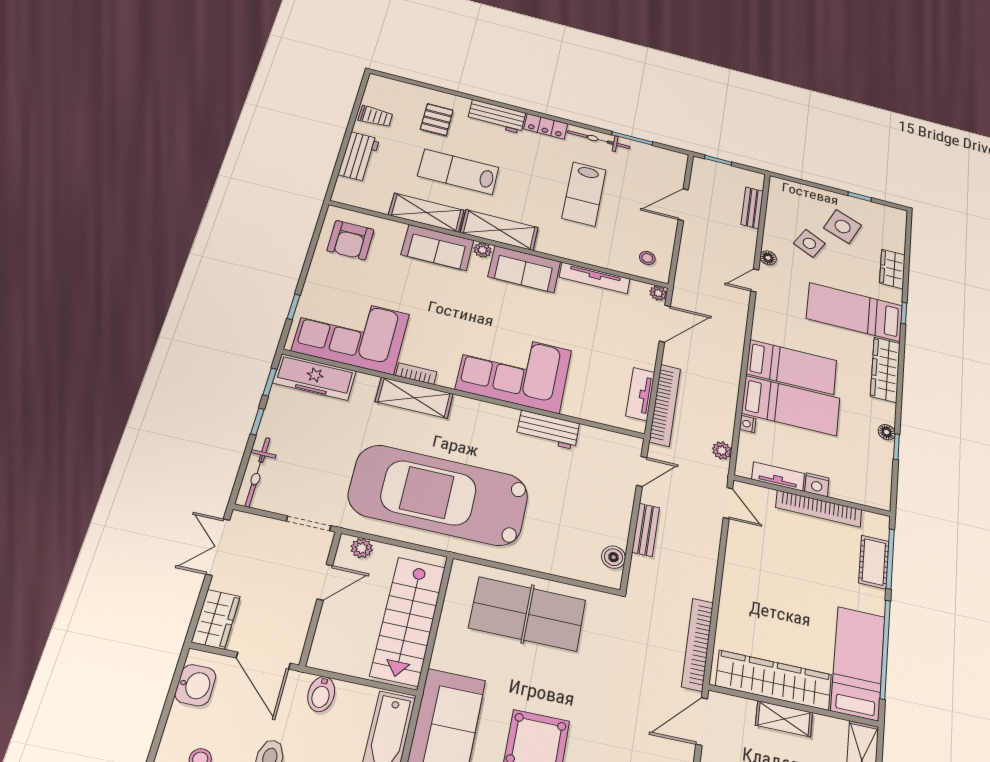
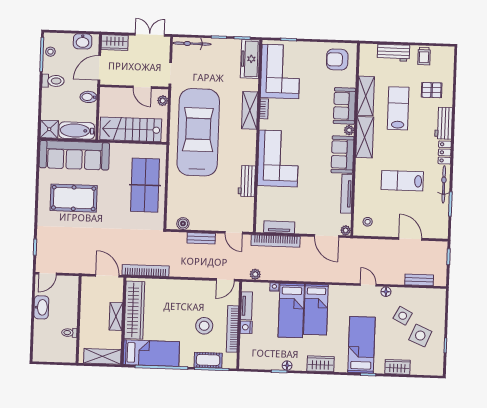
wardrobe: (885, 370) -> (321, 364), width x0.67
stool: (811, 556) -> (204, 326), added

